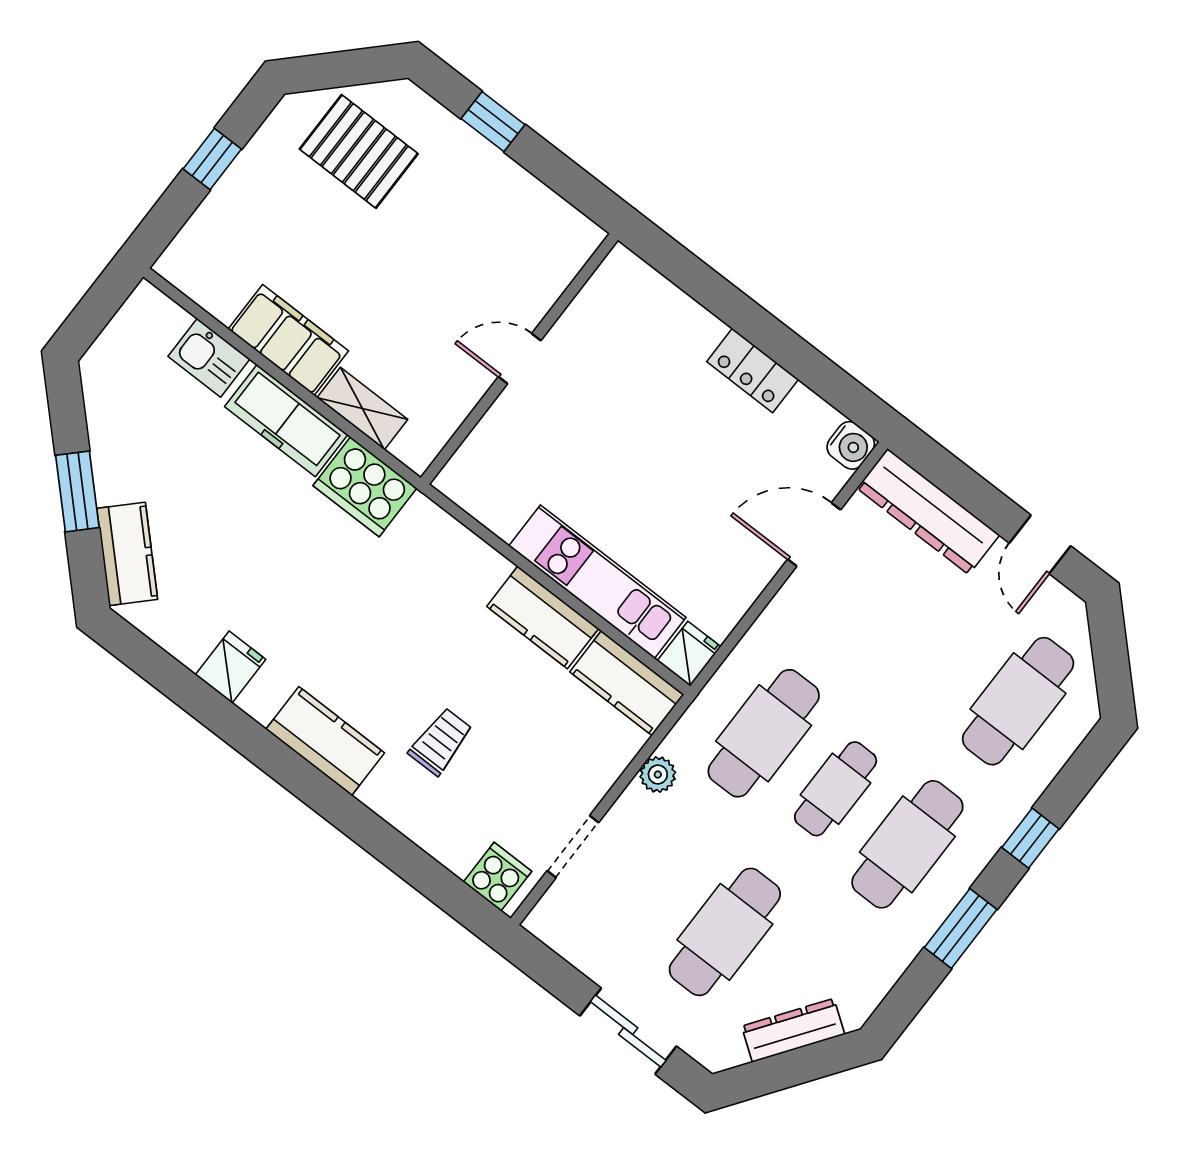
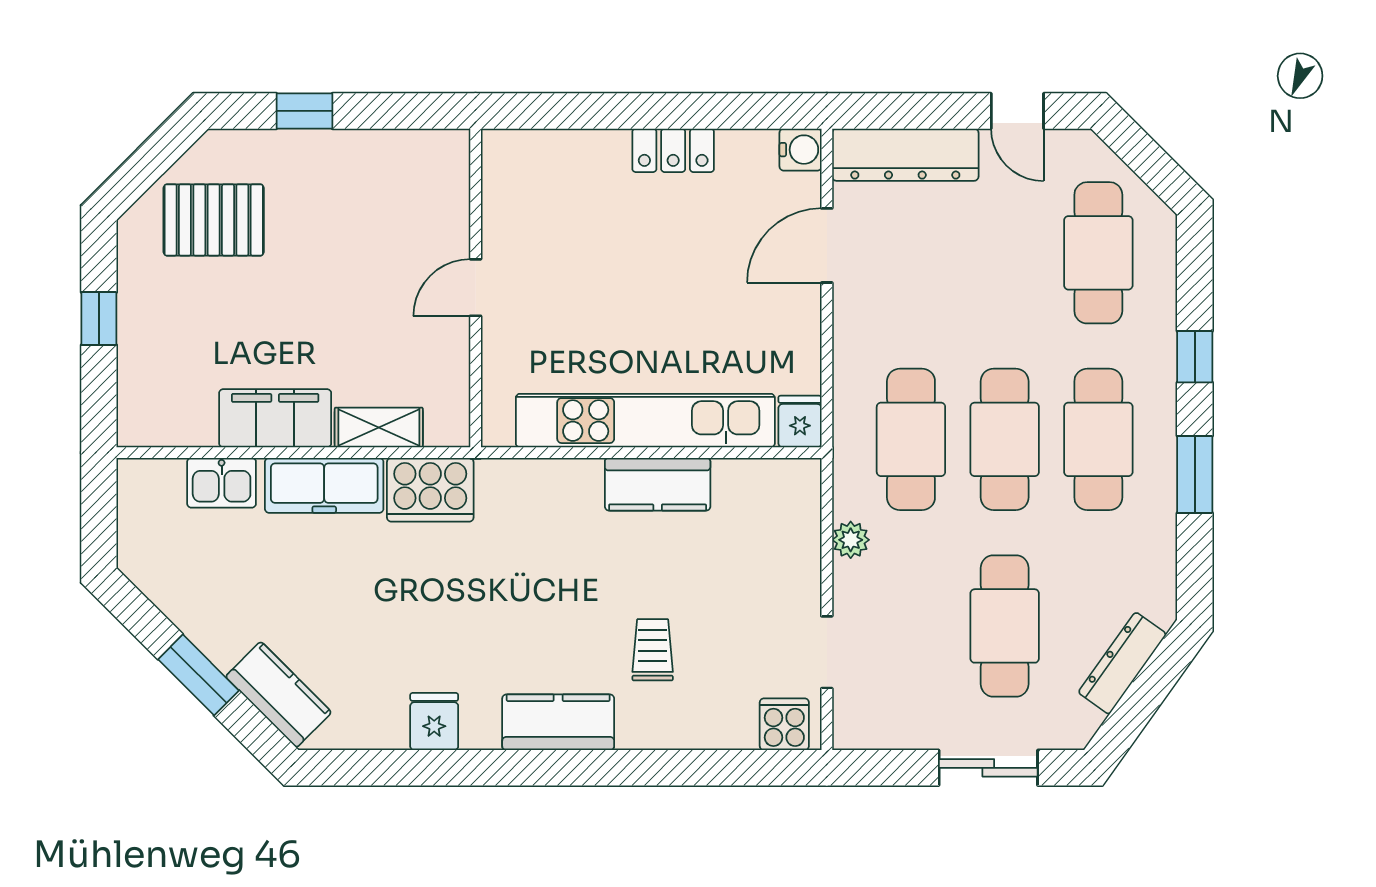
kitchen unit: (597, 582) -> (645, 421), width x1.36
kitchen counter: (627, 683) -> (768, 485), removed
cafe table: (836, 789) -> (1005, 439), width x1.37, depth x1.35

